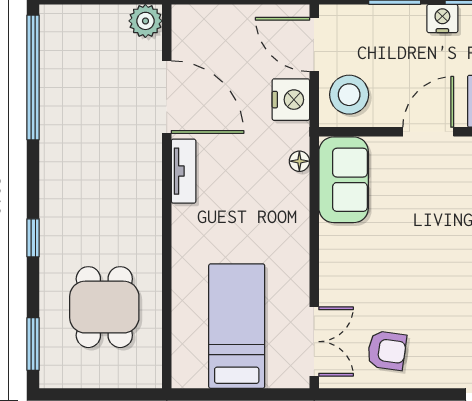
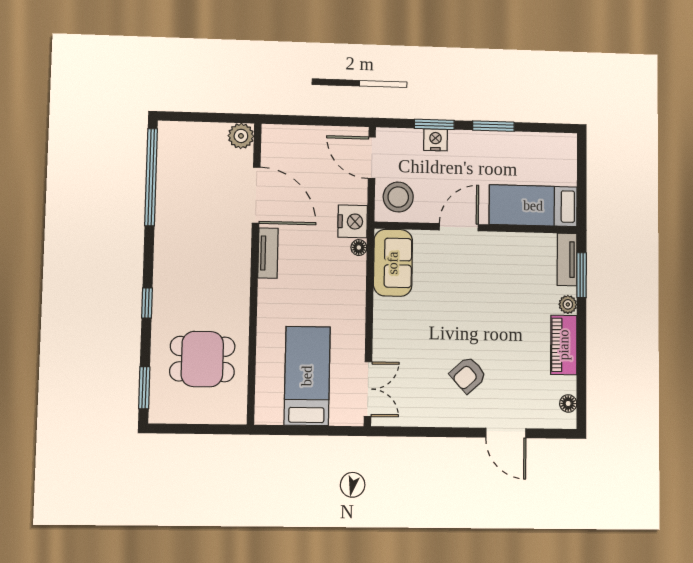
nightstand: (442, 19) -> (435, 140), moved
nightstand: (291, 100) -> (353, 221), moved
dining table: (104, 307) -> (202, 359), turned 90
armchair: (387, 350) -> (468, 375), moved, turned 130

